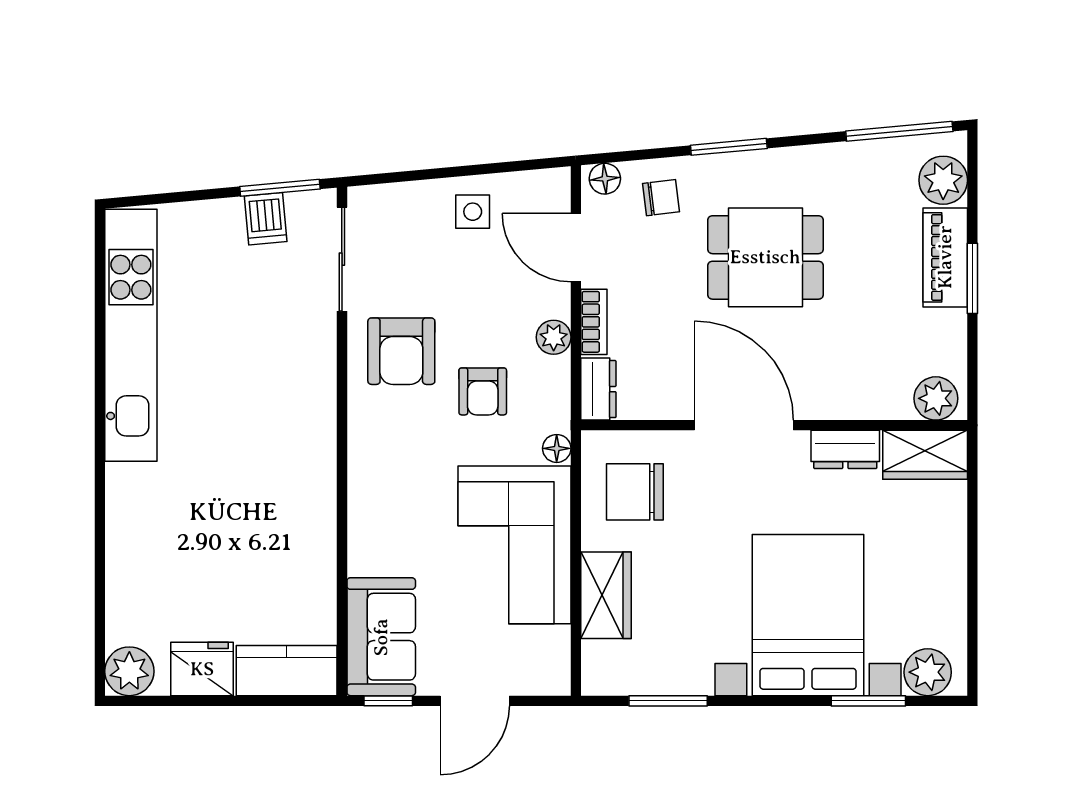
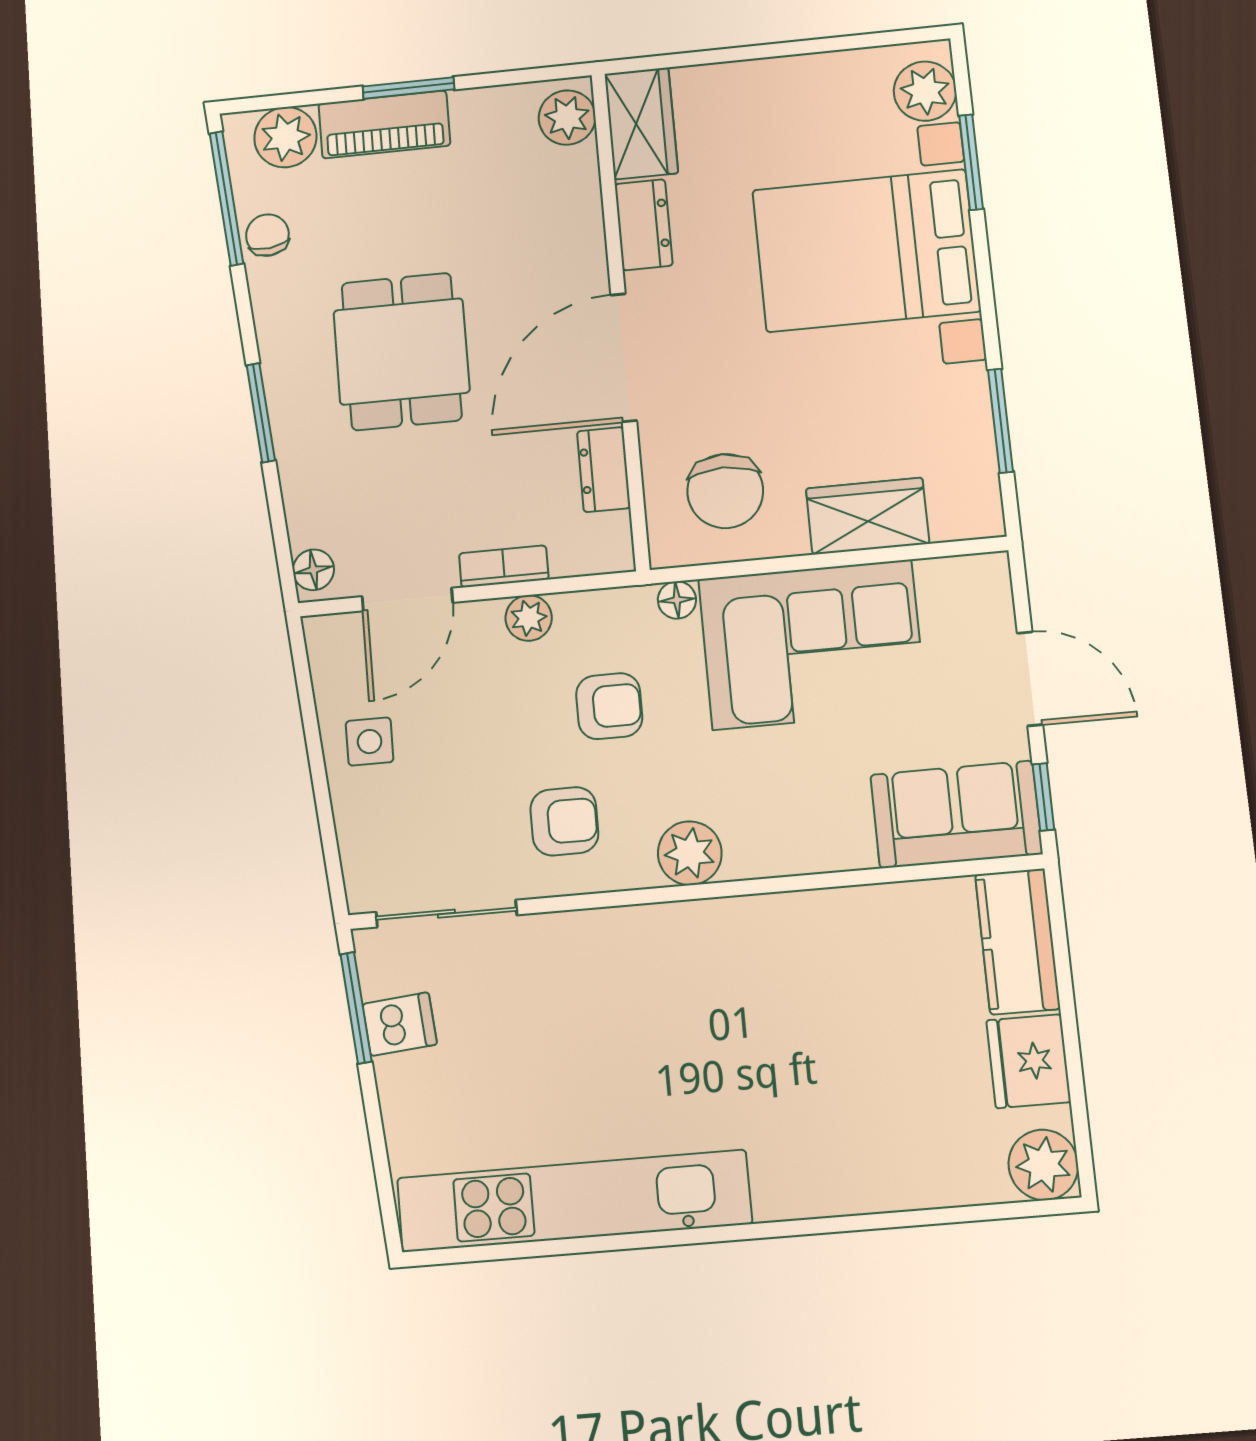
chair: (661, 198) -> (267, 235), moved
armchair: (401, 351) -> (564, 821), width x0.72, depth x0.72
dresser: (598, 389) -> (604, 470), moved, turned -90
plant: (370, 441) -> (690, 853), added

